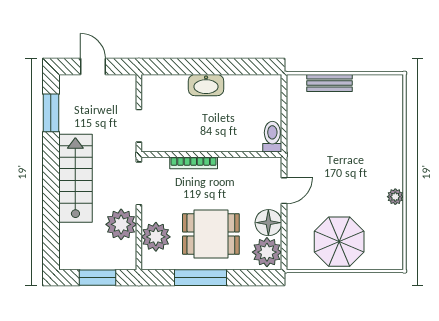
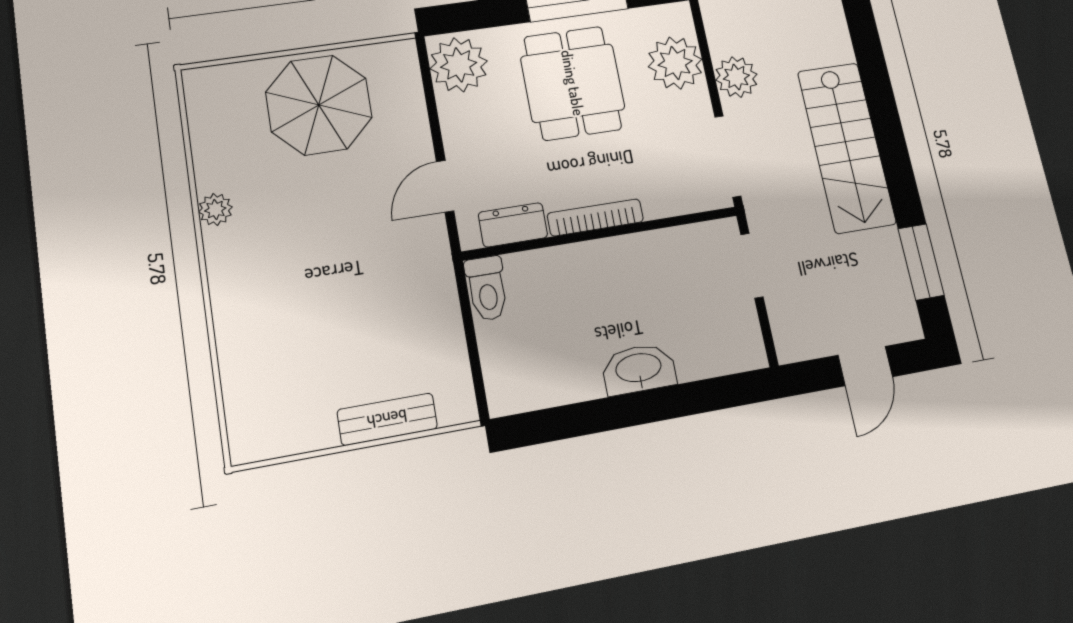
door: (93, 67) -> (865, 366), hinge flipped
bookcase: (194, 163) -> (595, 217), moved
dresser: (254, 166) -> (513, 225), added
floor lamp: (268, 223) -> (465, 120), removed
plant: (121, 224) -> (736, 77), width x0.73, depth x0.73
dining table: (211, 234) -> (573, 83), turned 90

